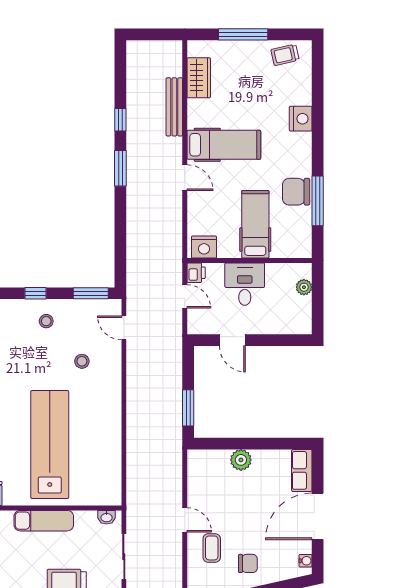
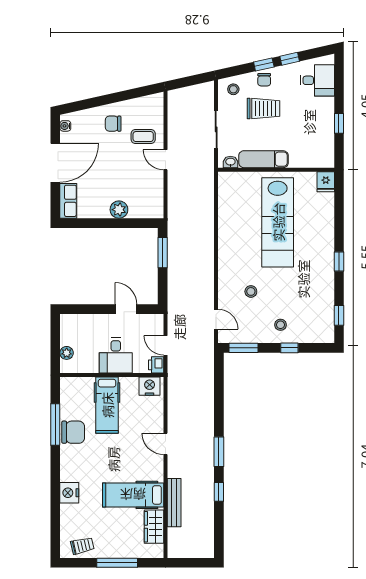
hospital bed: (224, 145) -> (133, 495), moved
exam couch: (44, 521) -> (263, 159), moved
coffee table: (212, 548) -> (143, 137), turned 90

